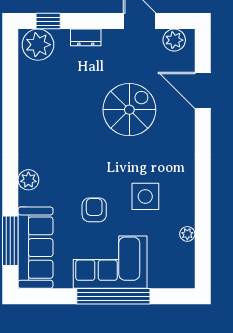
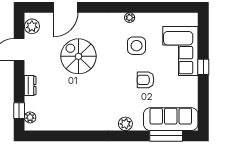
plant: (38, 45) -> (30, 117), width x0.53, depth x0.53
plant: (187, 234) -> (130, 18), moved
corner sofa: (110, 262) -> (180, 51), moved
window: (113, 296) -> (203, 67), width x0.32

